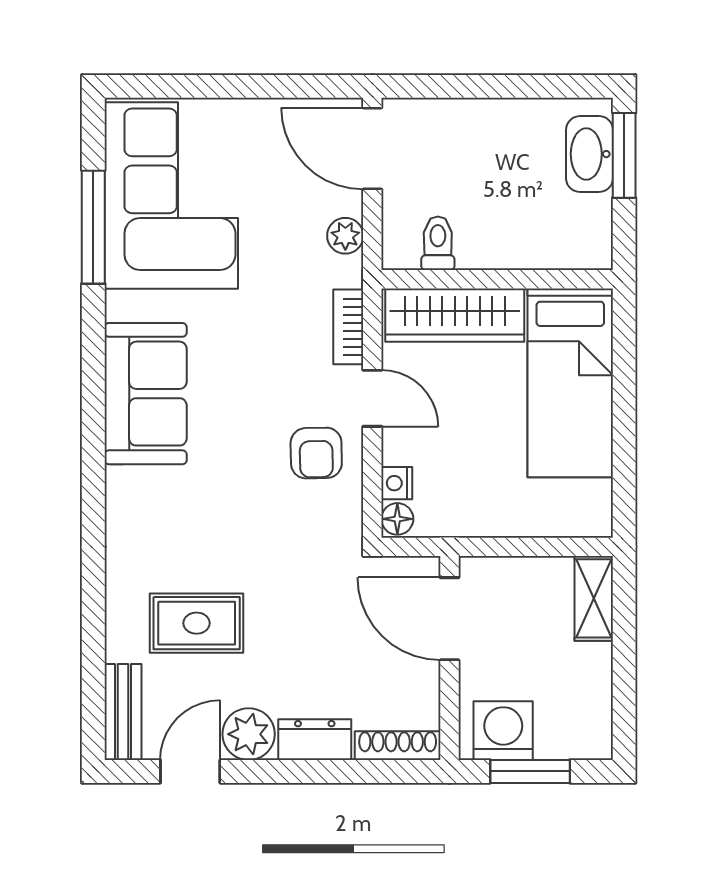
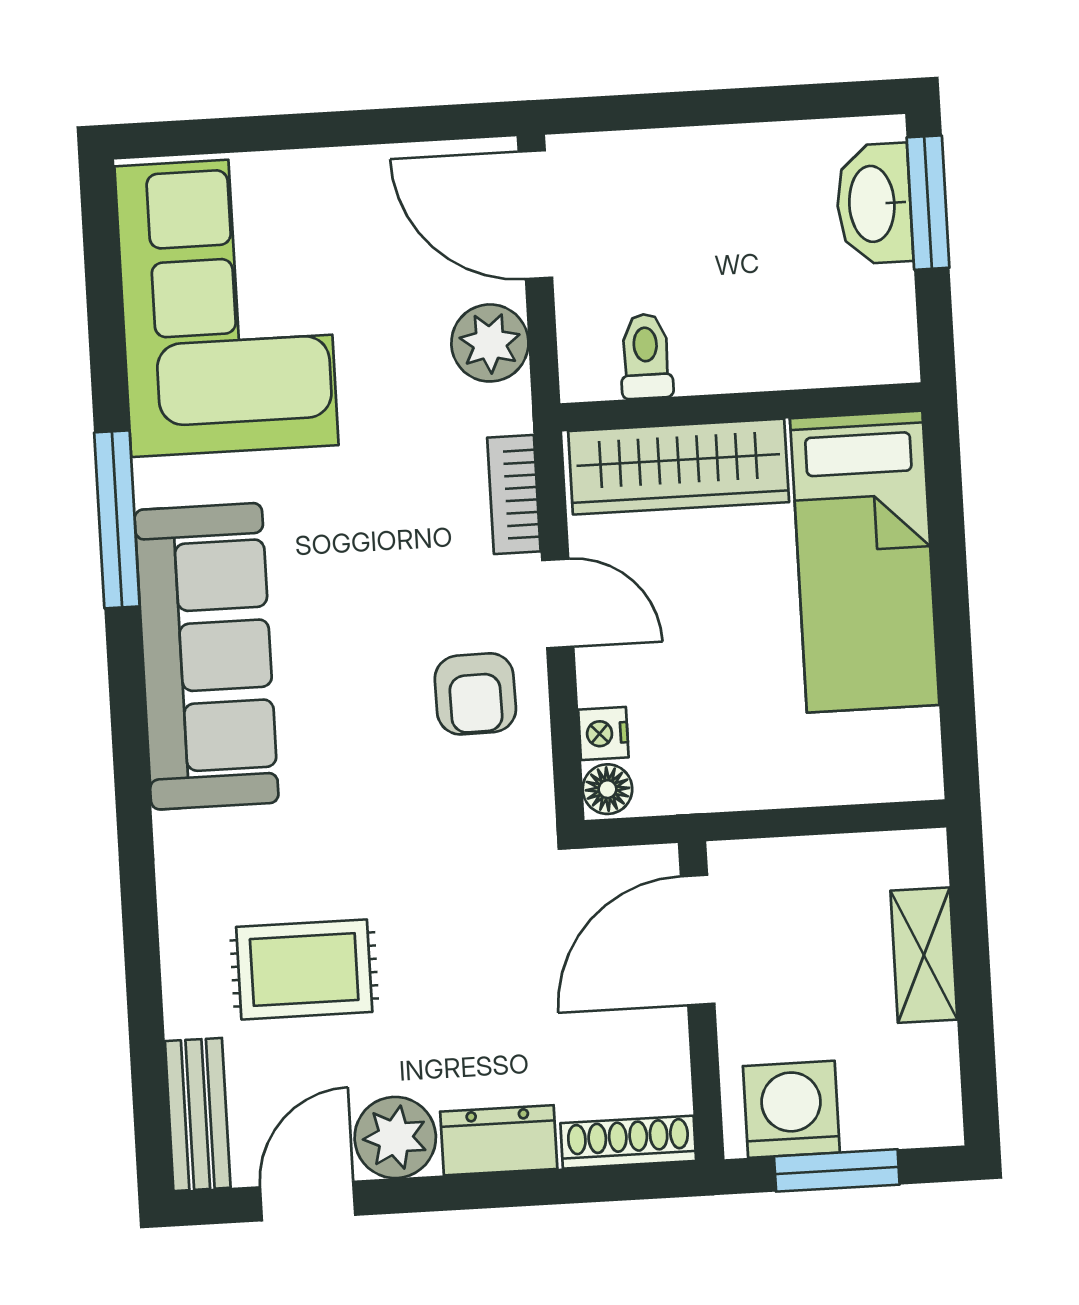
window: (93, 227) -> (117, 519), moved
plant: (345, 236) -> (490, 343), width x1.38, depth x1.38
sofa: (146, 394) -> (207, 656), width x1.36
shelving: (594, 598) -> (924, 955), moved
door: (449, 619) -> (698, 940), hinge flipped

